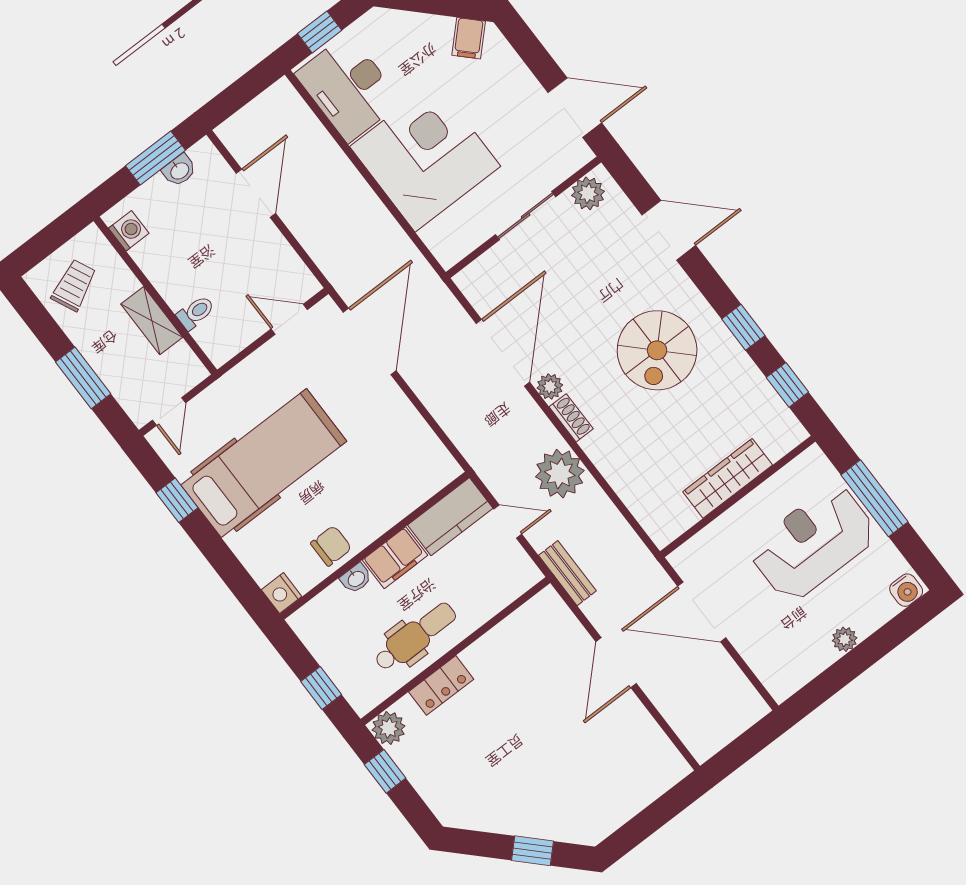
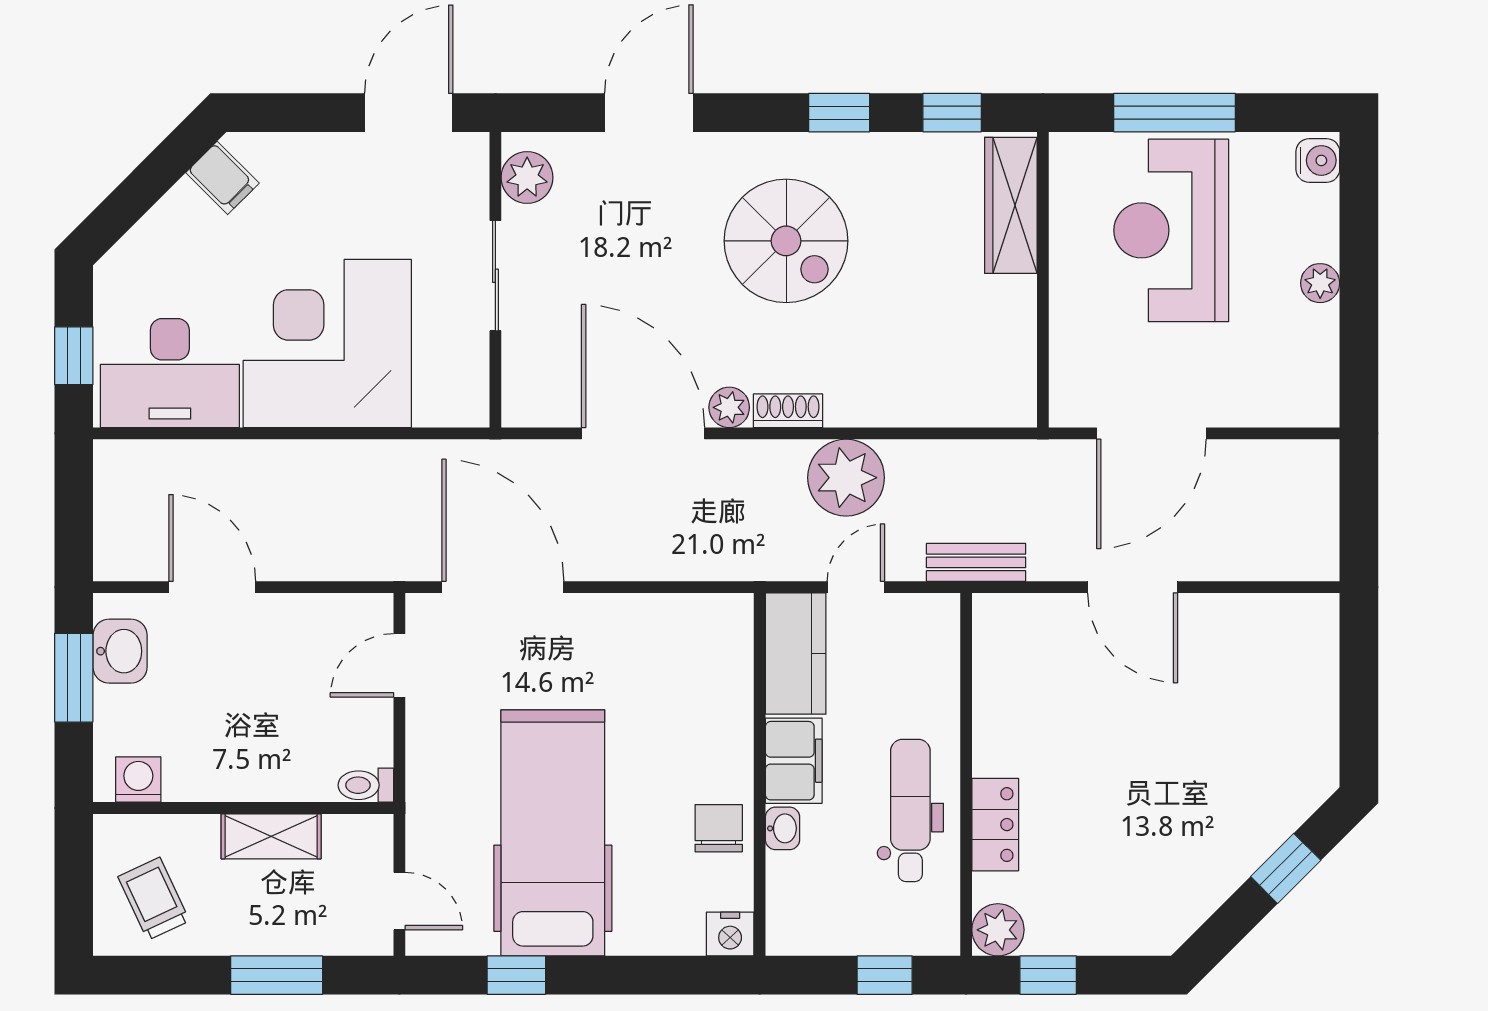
washbasin: (179, 170) -> (120, 651), width x1.38, depth x1.45
toilet: (196, 313) -> (366, 785), moved, turned -90
wardrobe: (728, 478) -> (1011, 205), moved

